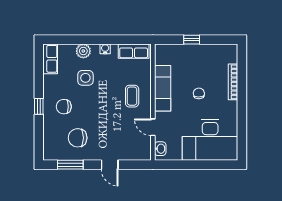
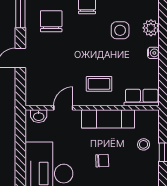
row of seats: (134, 51) -> (142, 97), moved, turned 90
stool: (185, 57) -> (144, 144), added

